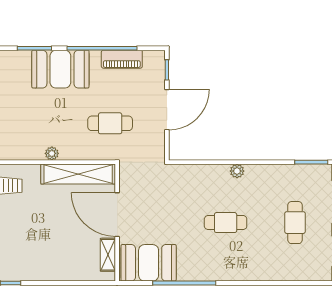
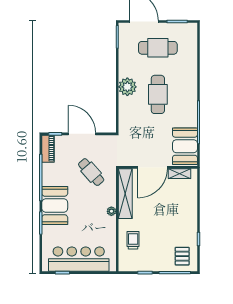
piano: (122, 59) -> (48, 149), moved
cafe table: (110, 123) -> (91, 172), turned -41
plant: (237, 171) -> (127, 87), width x1.88, depth x1.88
cafe table: (226, 223) -> (158, 94), width x1.37, depth x1.35
cafe table: (295, 223) -> (158, 48), width x1.37, depth x1.35

